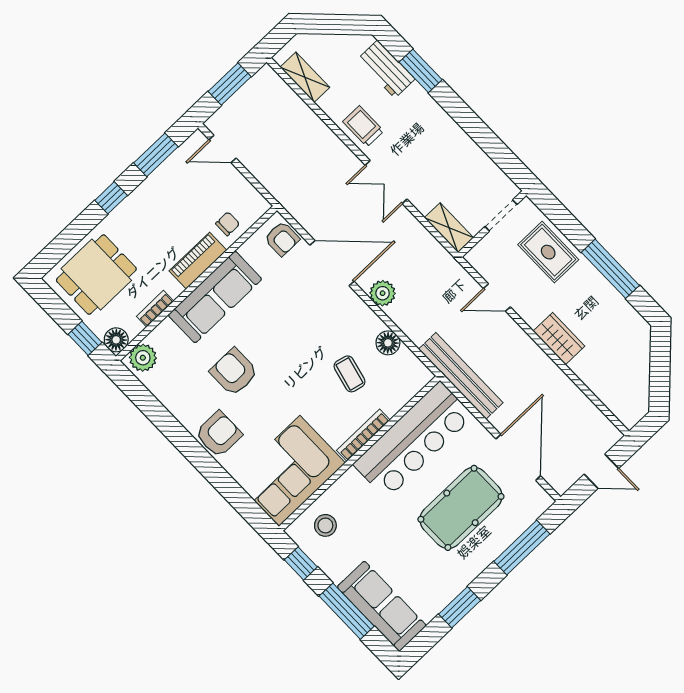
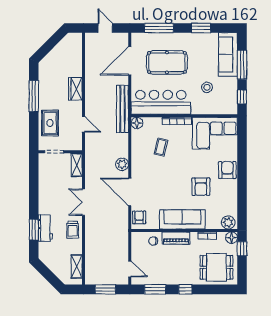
workbench: (386, 69) -> (45, 228), moved
double door: (386, 182) -> (83, 202), swing flipped
floor lamp: (388, 343) -> (137, 123), moved
armchair: (219, 434) -> (227, 170), turned 90
stool: (325, 525) -> (207, 87), moved

